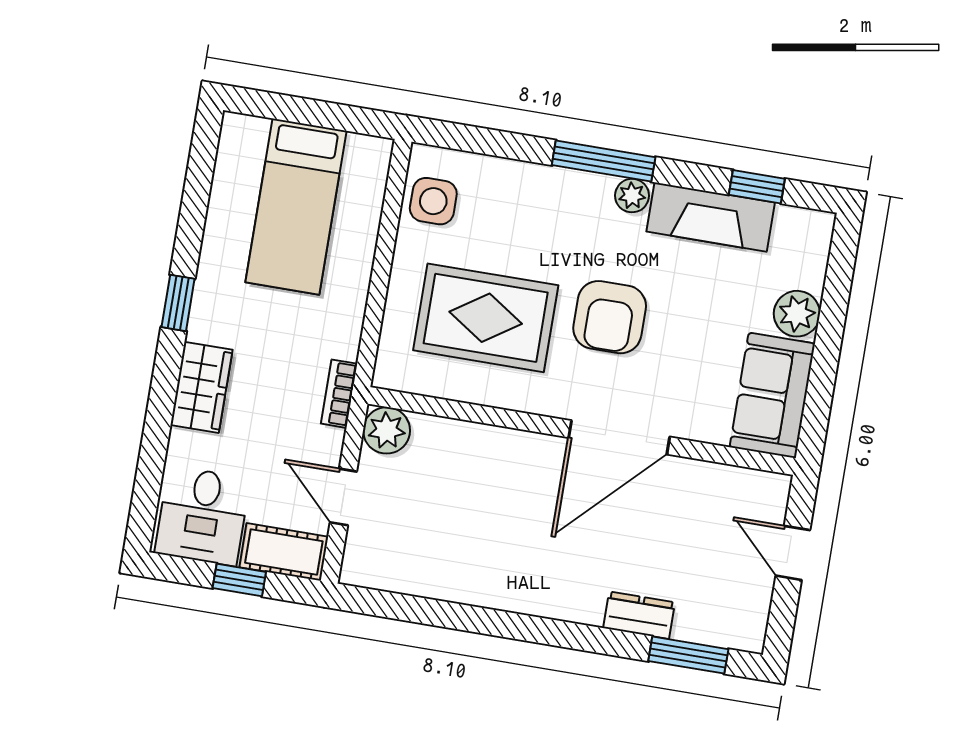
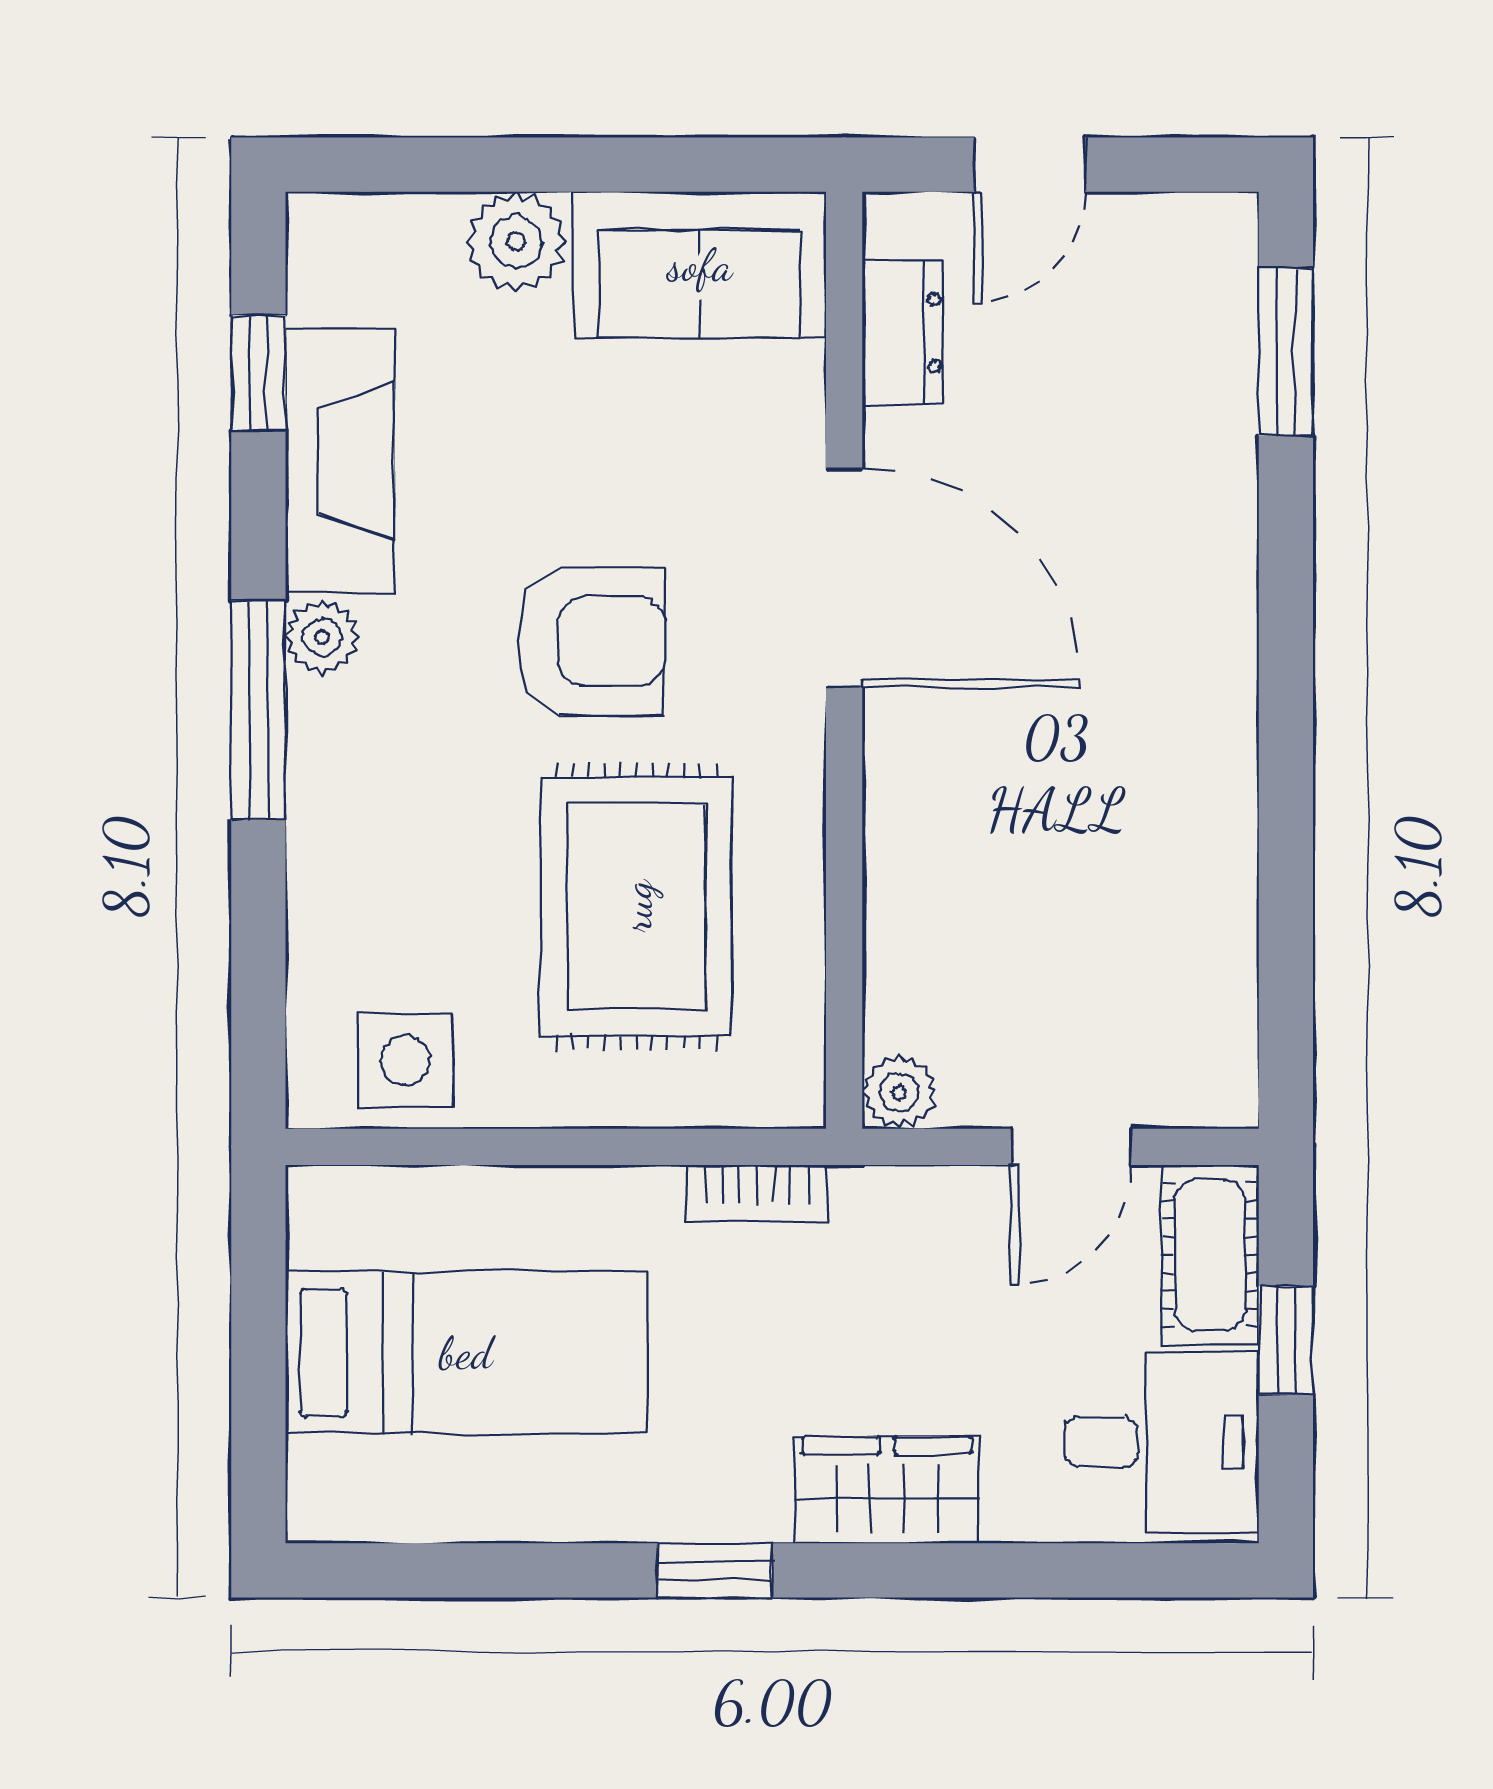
bookcase: (339, 394) -> (757, 1193), moved
plant: (387, 430) -> (899, 1092), width x0.73, depth x0.73
dresser: (639, 615) -> (903, 333), moved, turned 180

